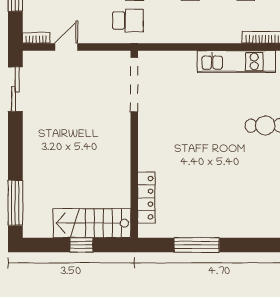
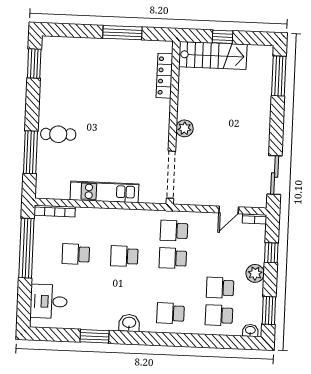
kitchen unit: (236, 61) -> (104, 192), moved
plant: (121, 138) -> (185, 128), added

